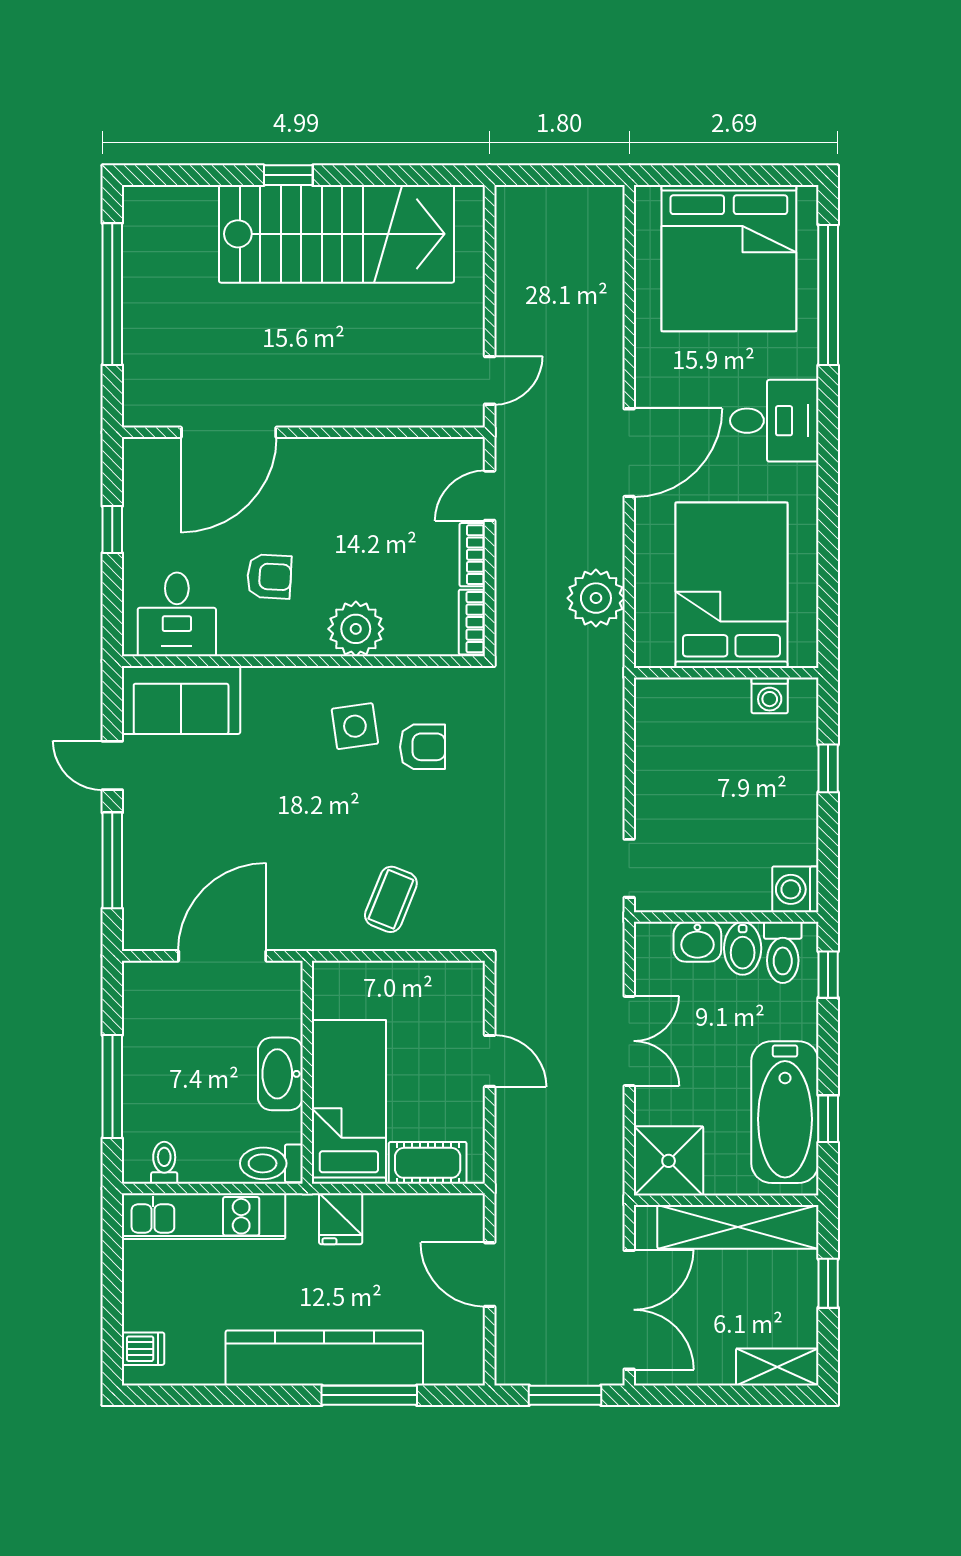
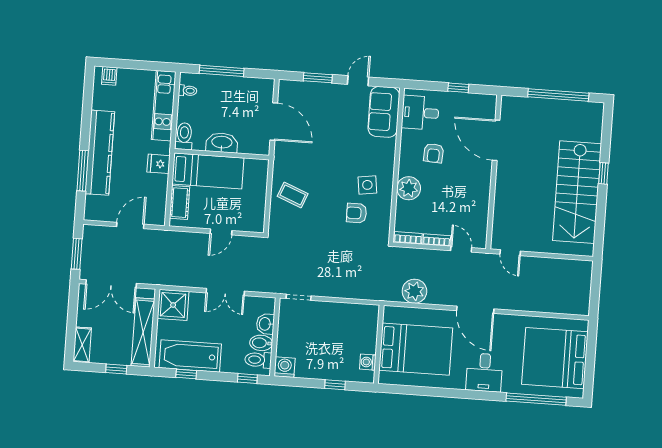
armchair: (423, 747) -> (357, 213), turned 90
window: (112, 860) -> (318, 78), width x0.69

